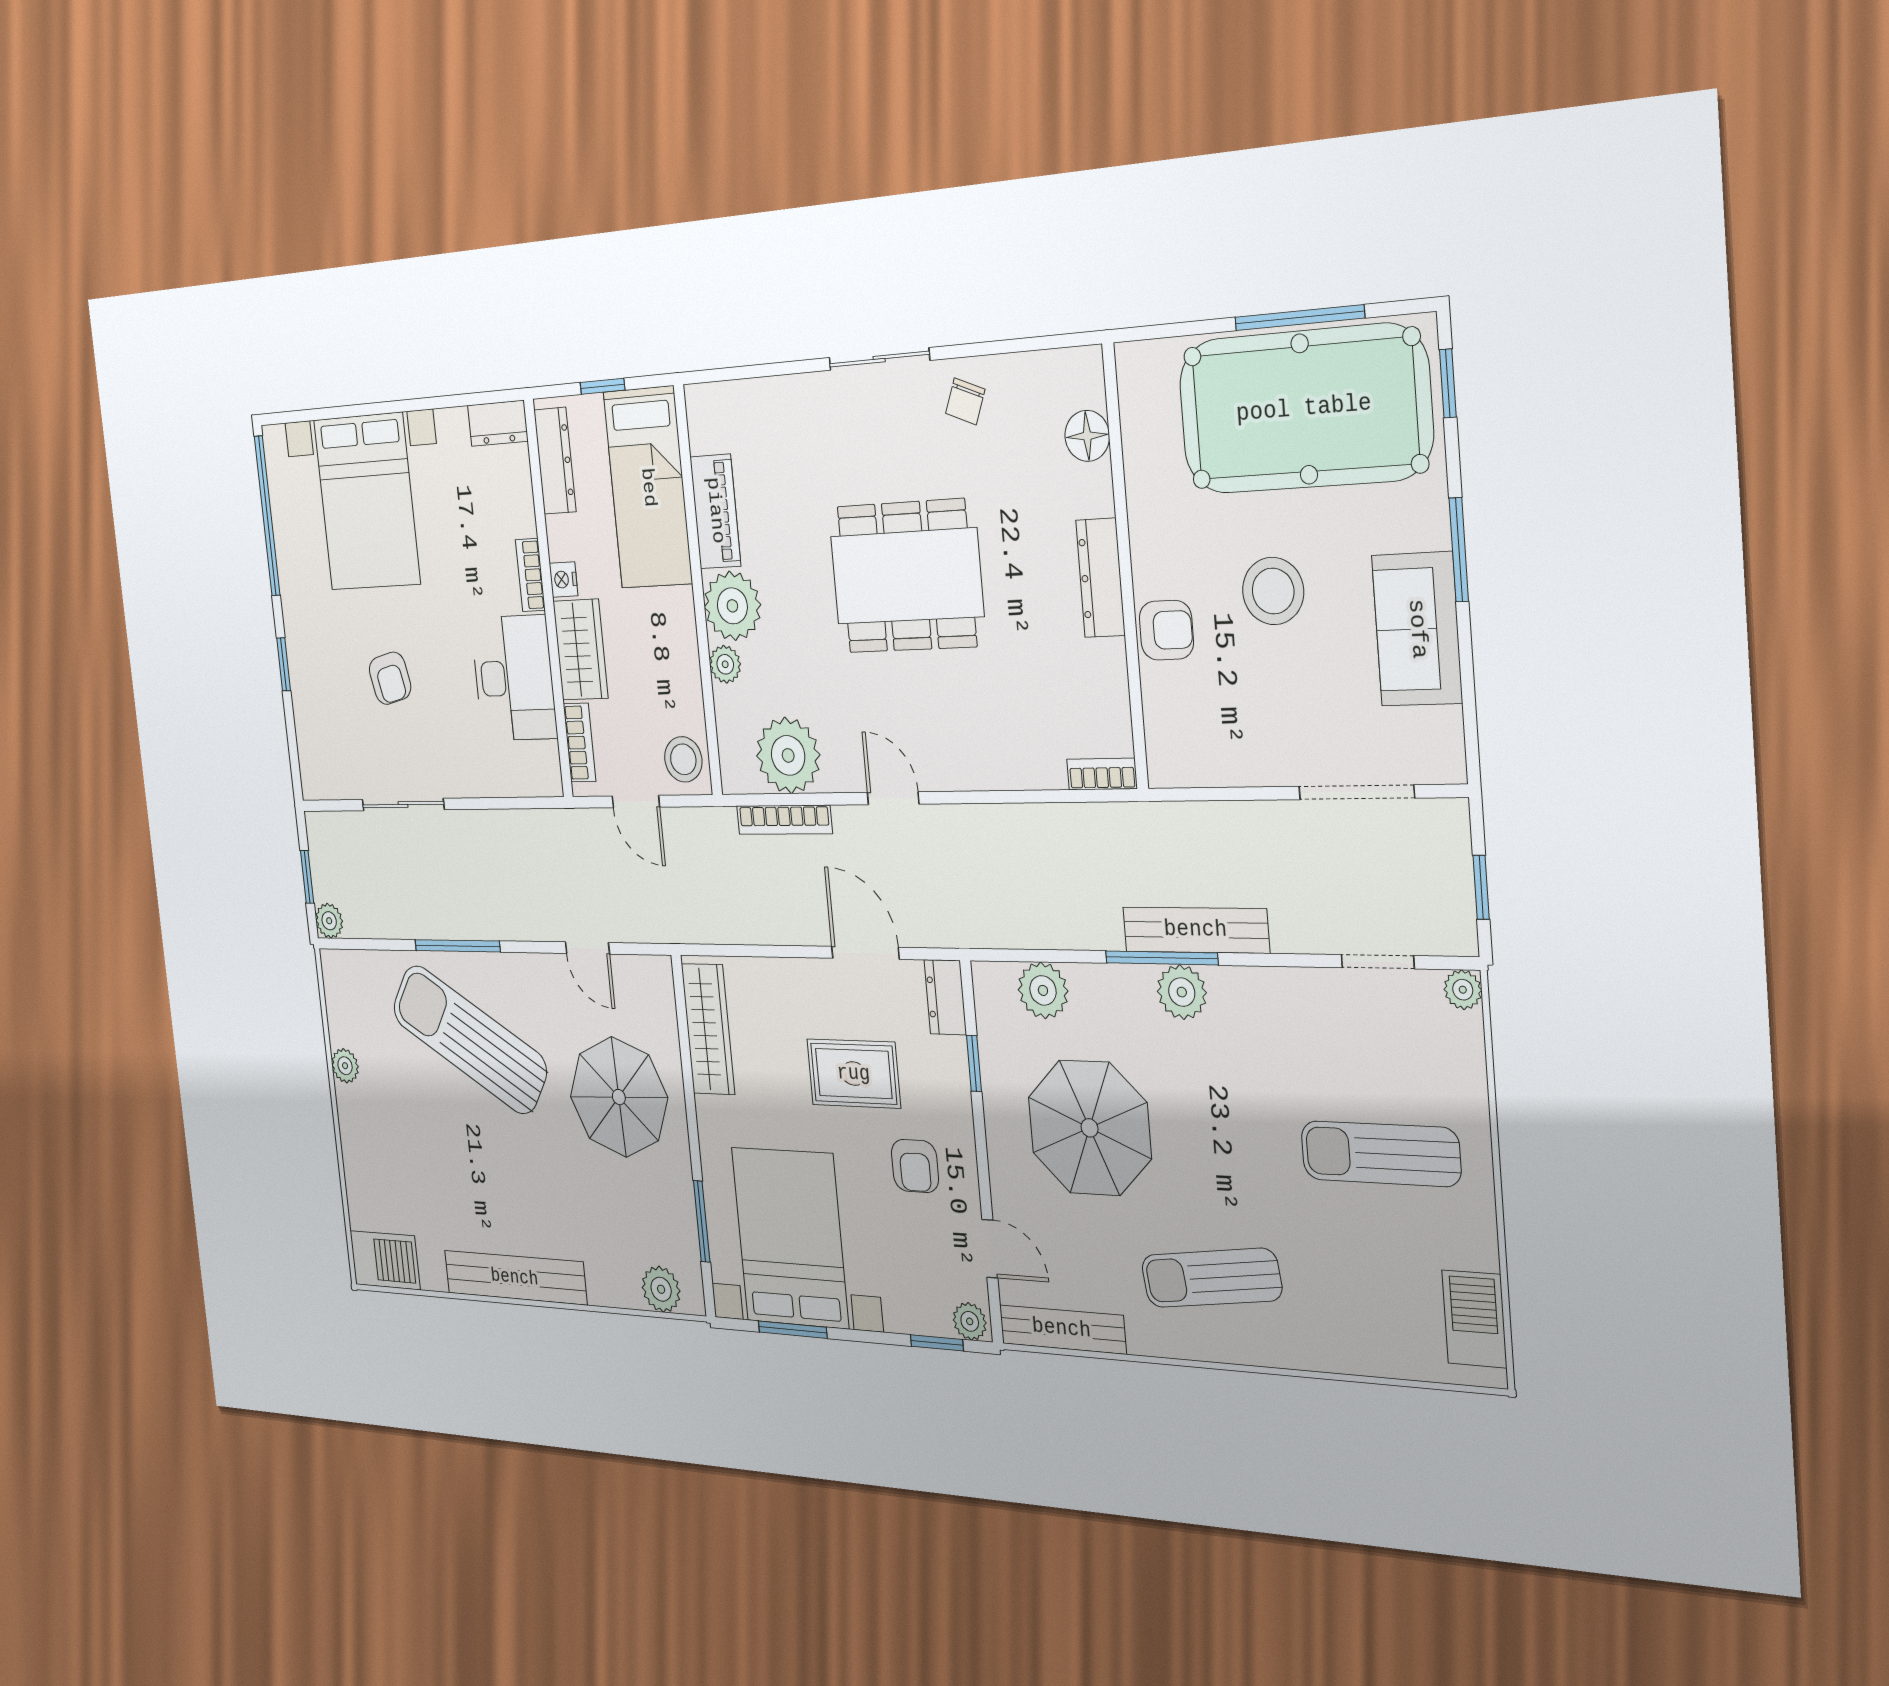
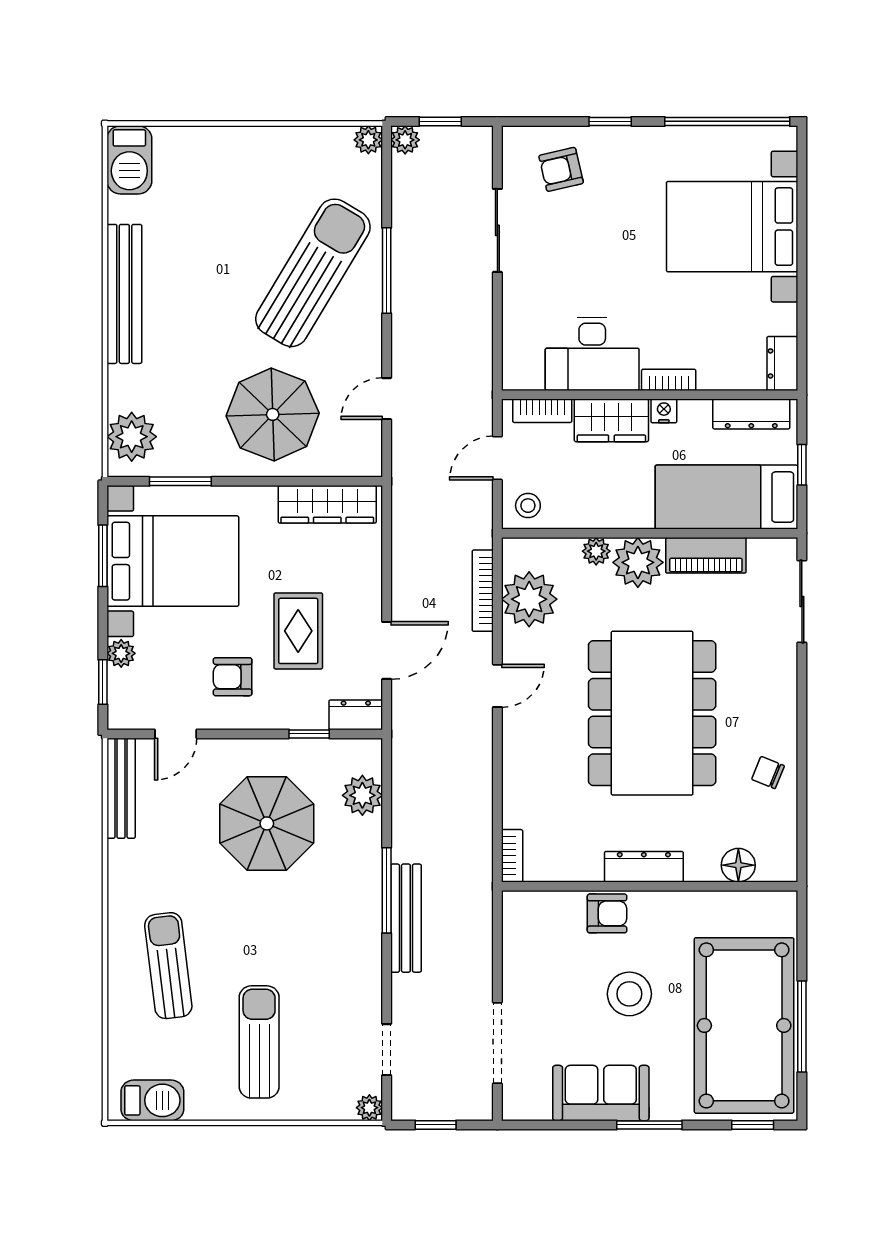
sliding door: (879, 359) -> (802, 602), moved
dining table: (907, 576) -> (652, 713), width x1.36, depth x1.24
armchair: (1166, 630) -> (607, 913), turned -90
armchair: (390, 678) -> (561, 169), moved
stool: (683, 759) -> (528, 506), width x0.73, depth x0.73
plant: (1182, 992) -> (364, 904), removed
plant: (345, 1066) -> (368, 140), moved
sun lounger: (1211, 1278) -> (168, 966), moved
plant: (661, 1289) -> (132, 437), width x1.36, depth x1.36
plant: (970, 1321) -> (121, 653), moved

